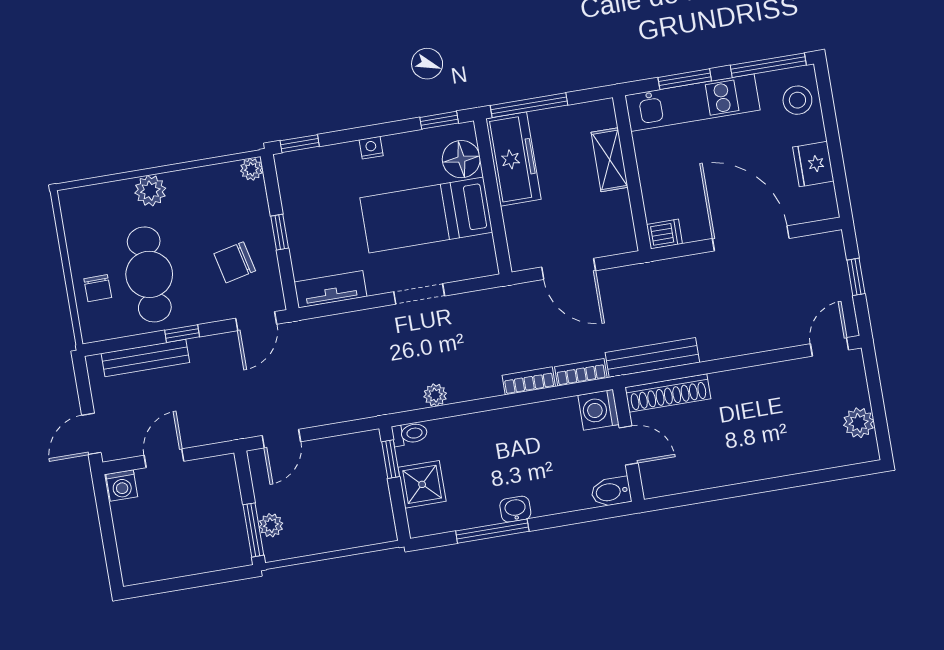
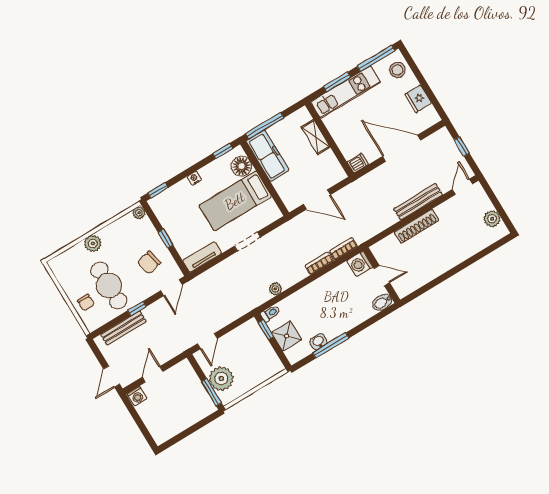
bench: (652, 358) -> (418, 202), moved
shoe rack: (668, 393) -> (416, 226), moved
washbasin: (515, 509) -> (318, 342), moved
plant: (271, 525) -> (221, 379), width x1.88, depth x1.88

